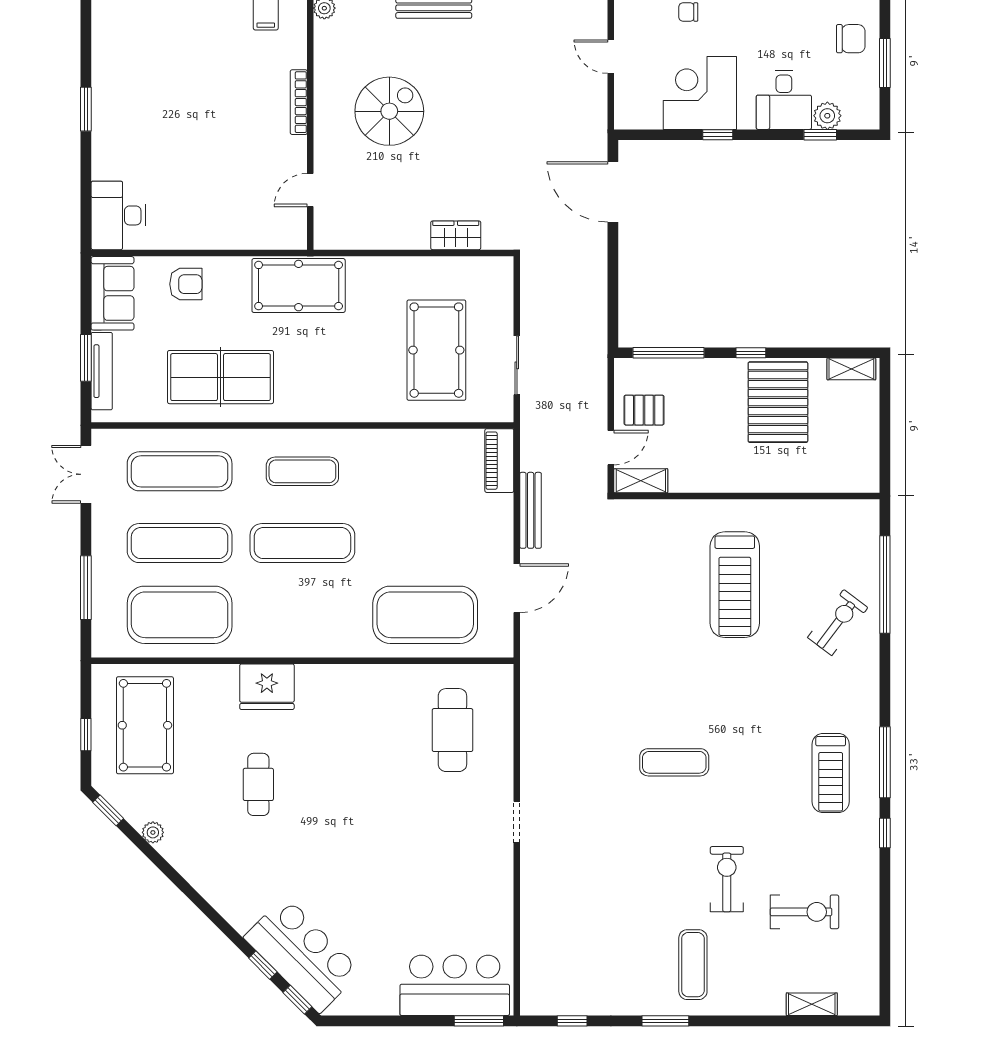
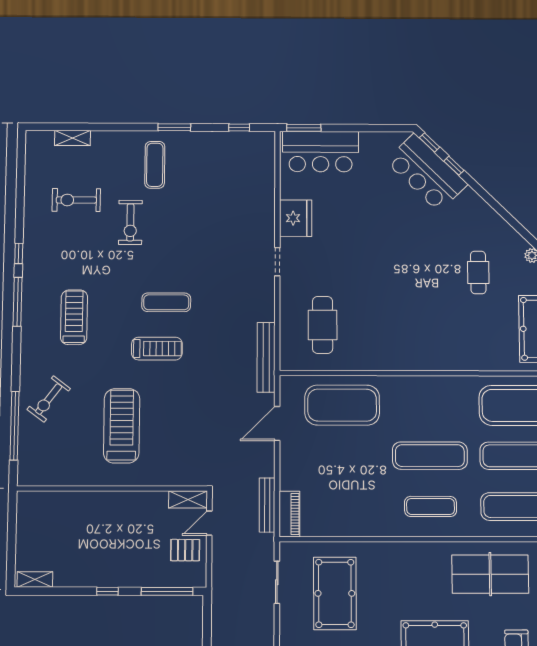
pallet: (778, 402) -> (88, 556), removed
bench: (531, 510) -> (267, 505), moved
bench: (532, 683) -> (266, 357), added
fridge: (267, 687) -> (296, 218), moved, turned 90
treadmill: (687, 695) -> (157, 349), added
treadmill: (831, 773) -> (74, 317), moved
cafe table: (258, 784) -> (478, 272), moved

